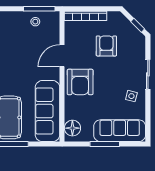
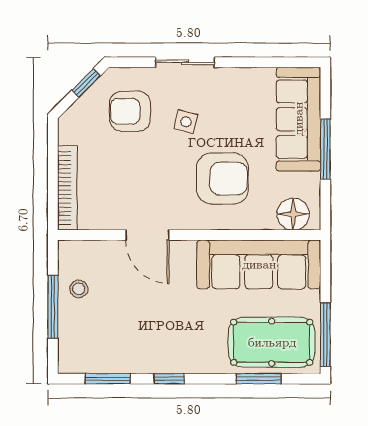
window: (39, 9) -> (53, 307), moved
armchair: (106, 46) -> (130, 111), moved
armchair: (80, 82) -> (222, 178), moved
side table: (131, 96) -> (186, 122), moved

